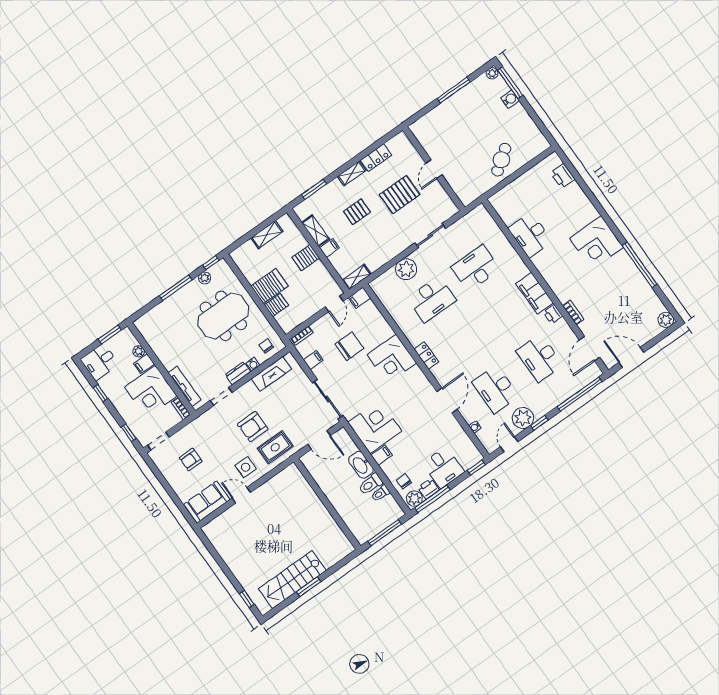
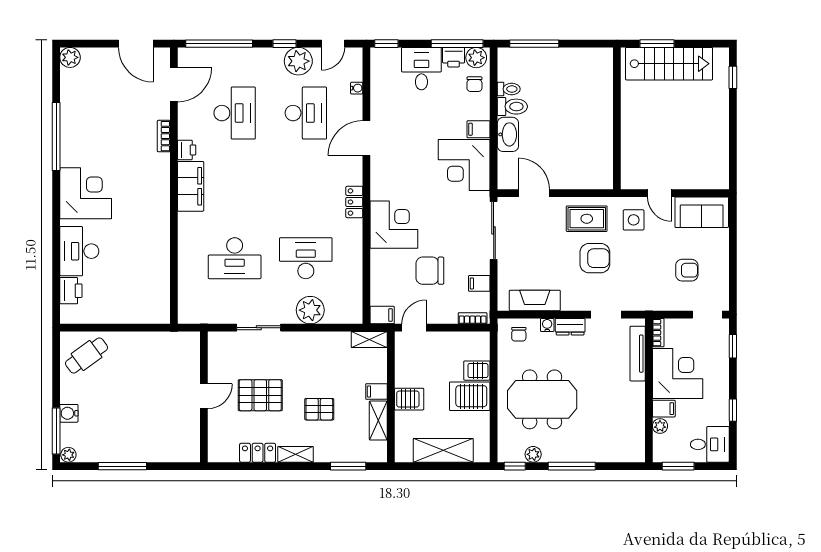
cafe table: (501, 160) -> (87, 356), moved
shelving: (267, 235) -> (443, 450), width x1.50, depth x1.33
desk: (530, 235) -> (79, 251), moved, turned 180
wall: (327, 504) -> (617, 118), moved

